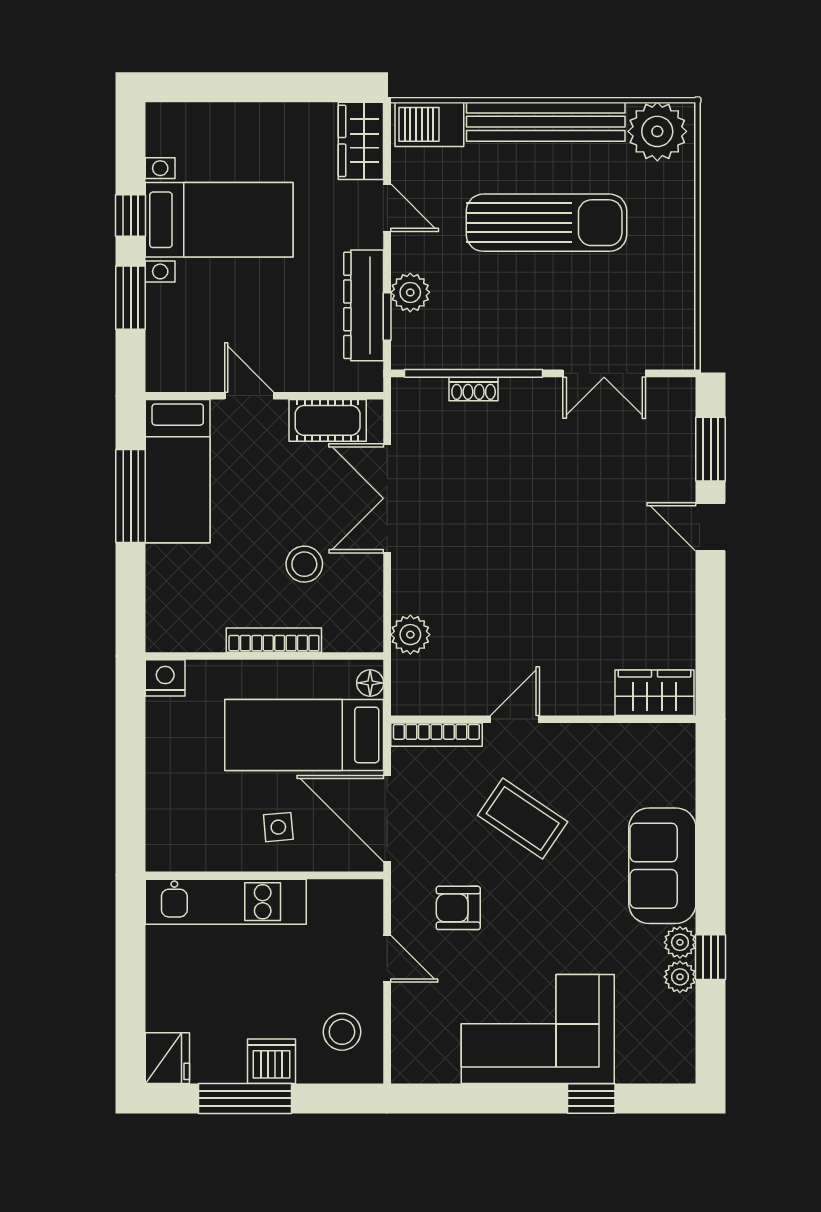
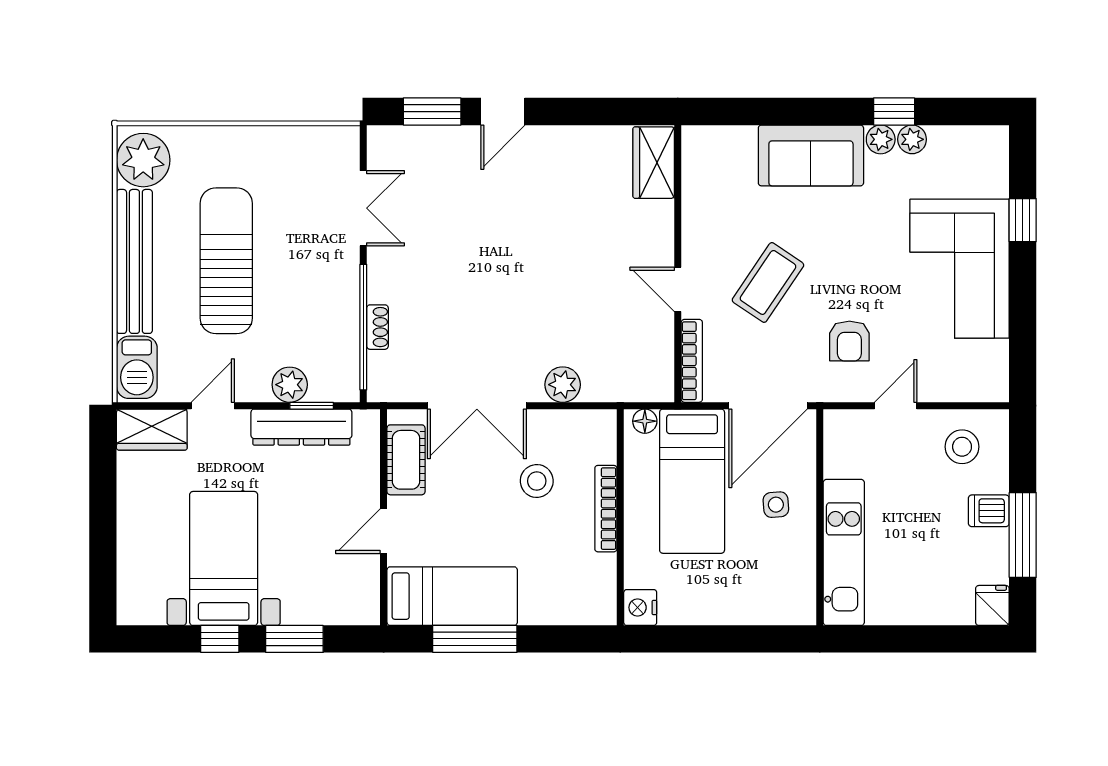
plant: (410, 635) -> (563, 385), moved
fridge: (167, 1058) -> (992, 605), width x0.72
dishwasher: (272, 1061) -> (989, 511), width x0.73

